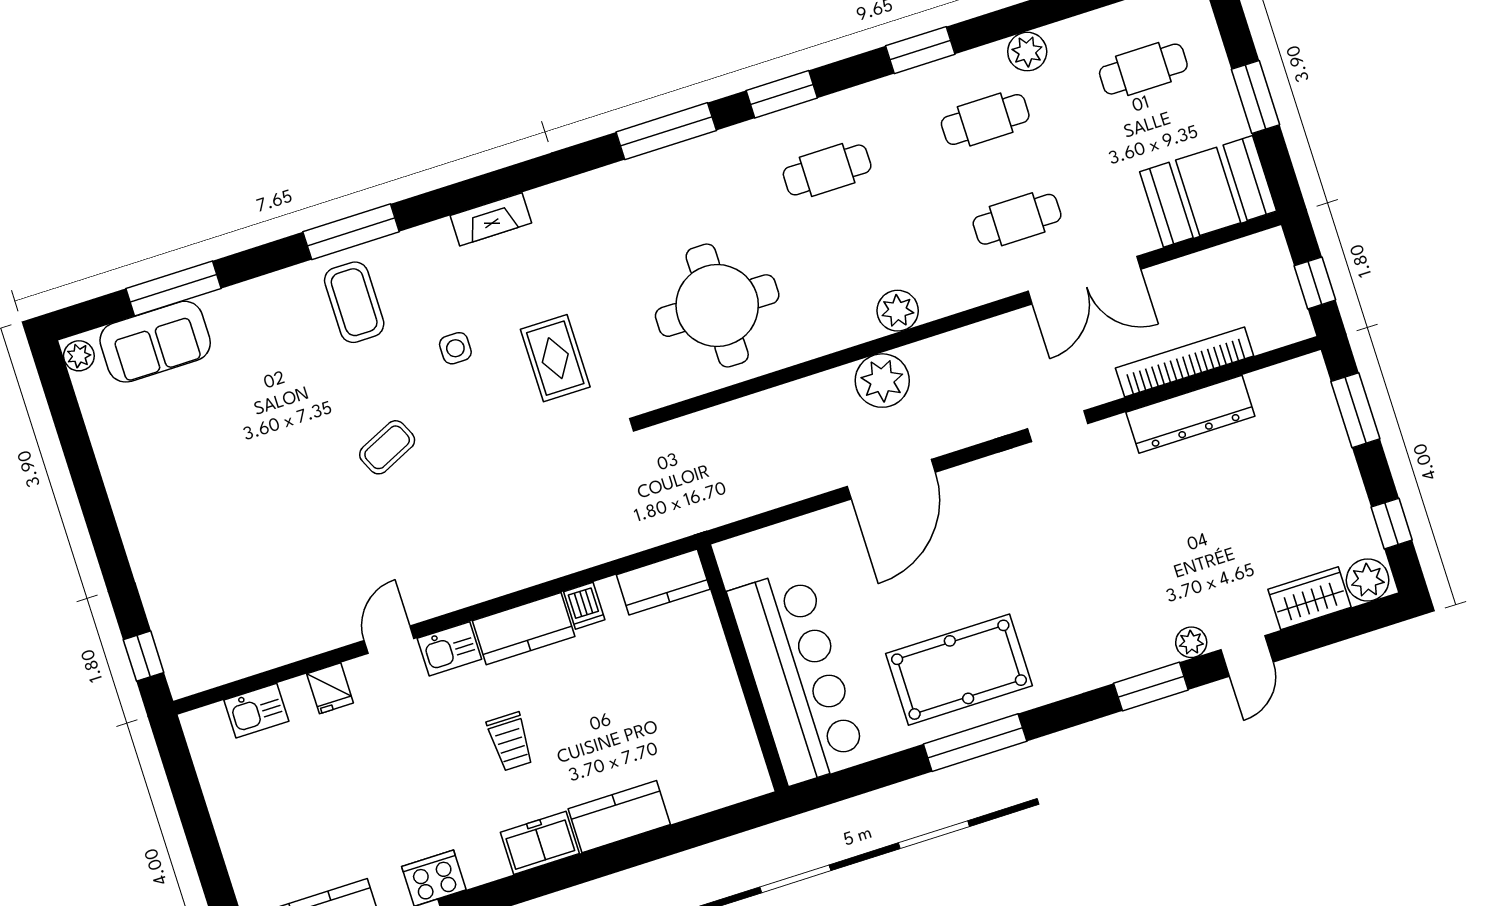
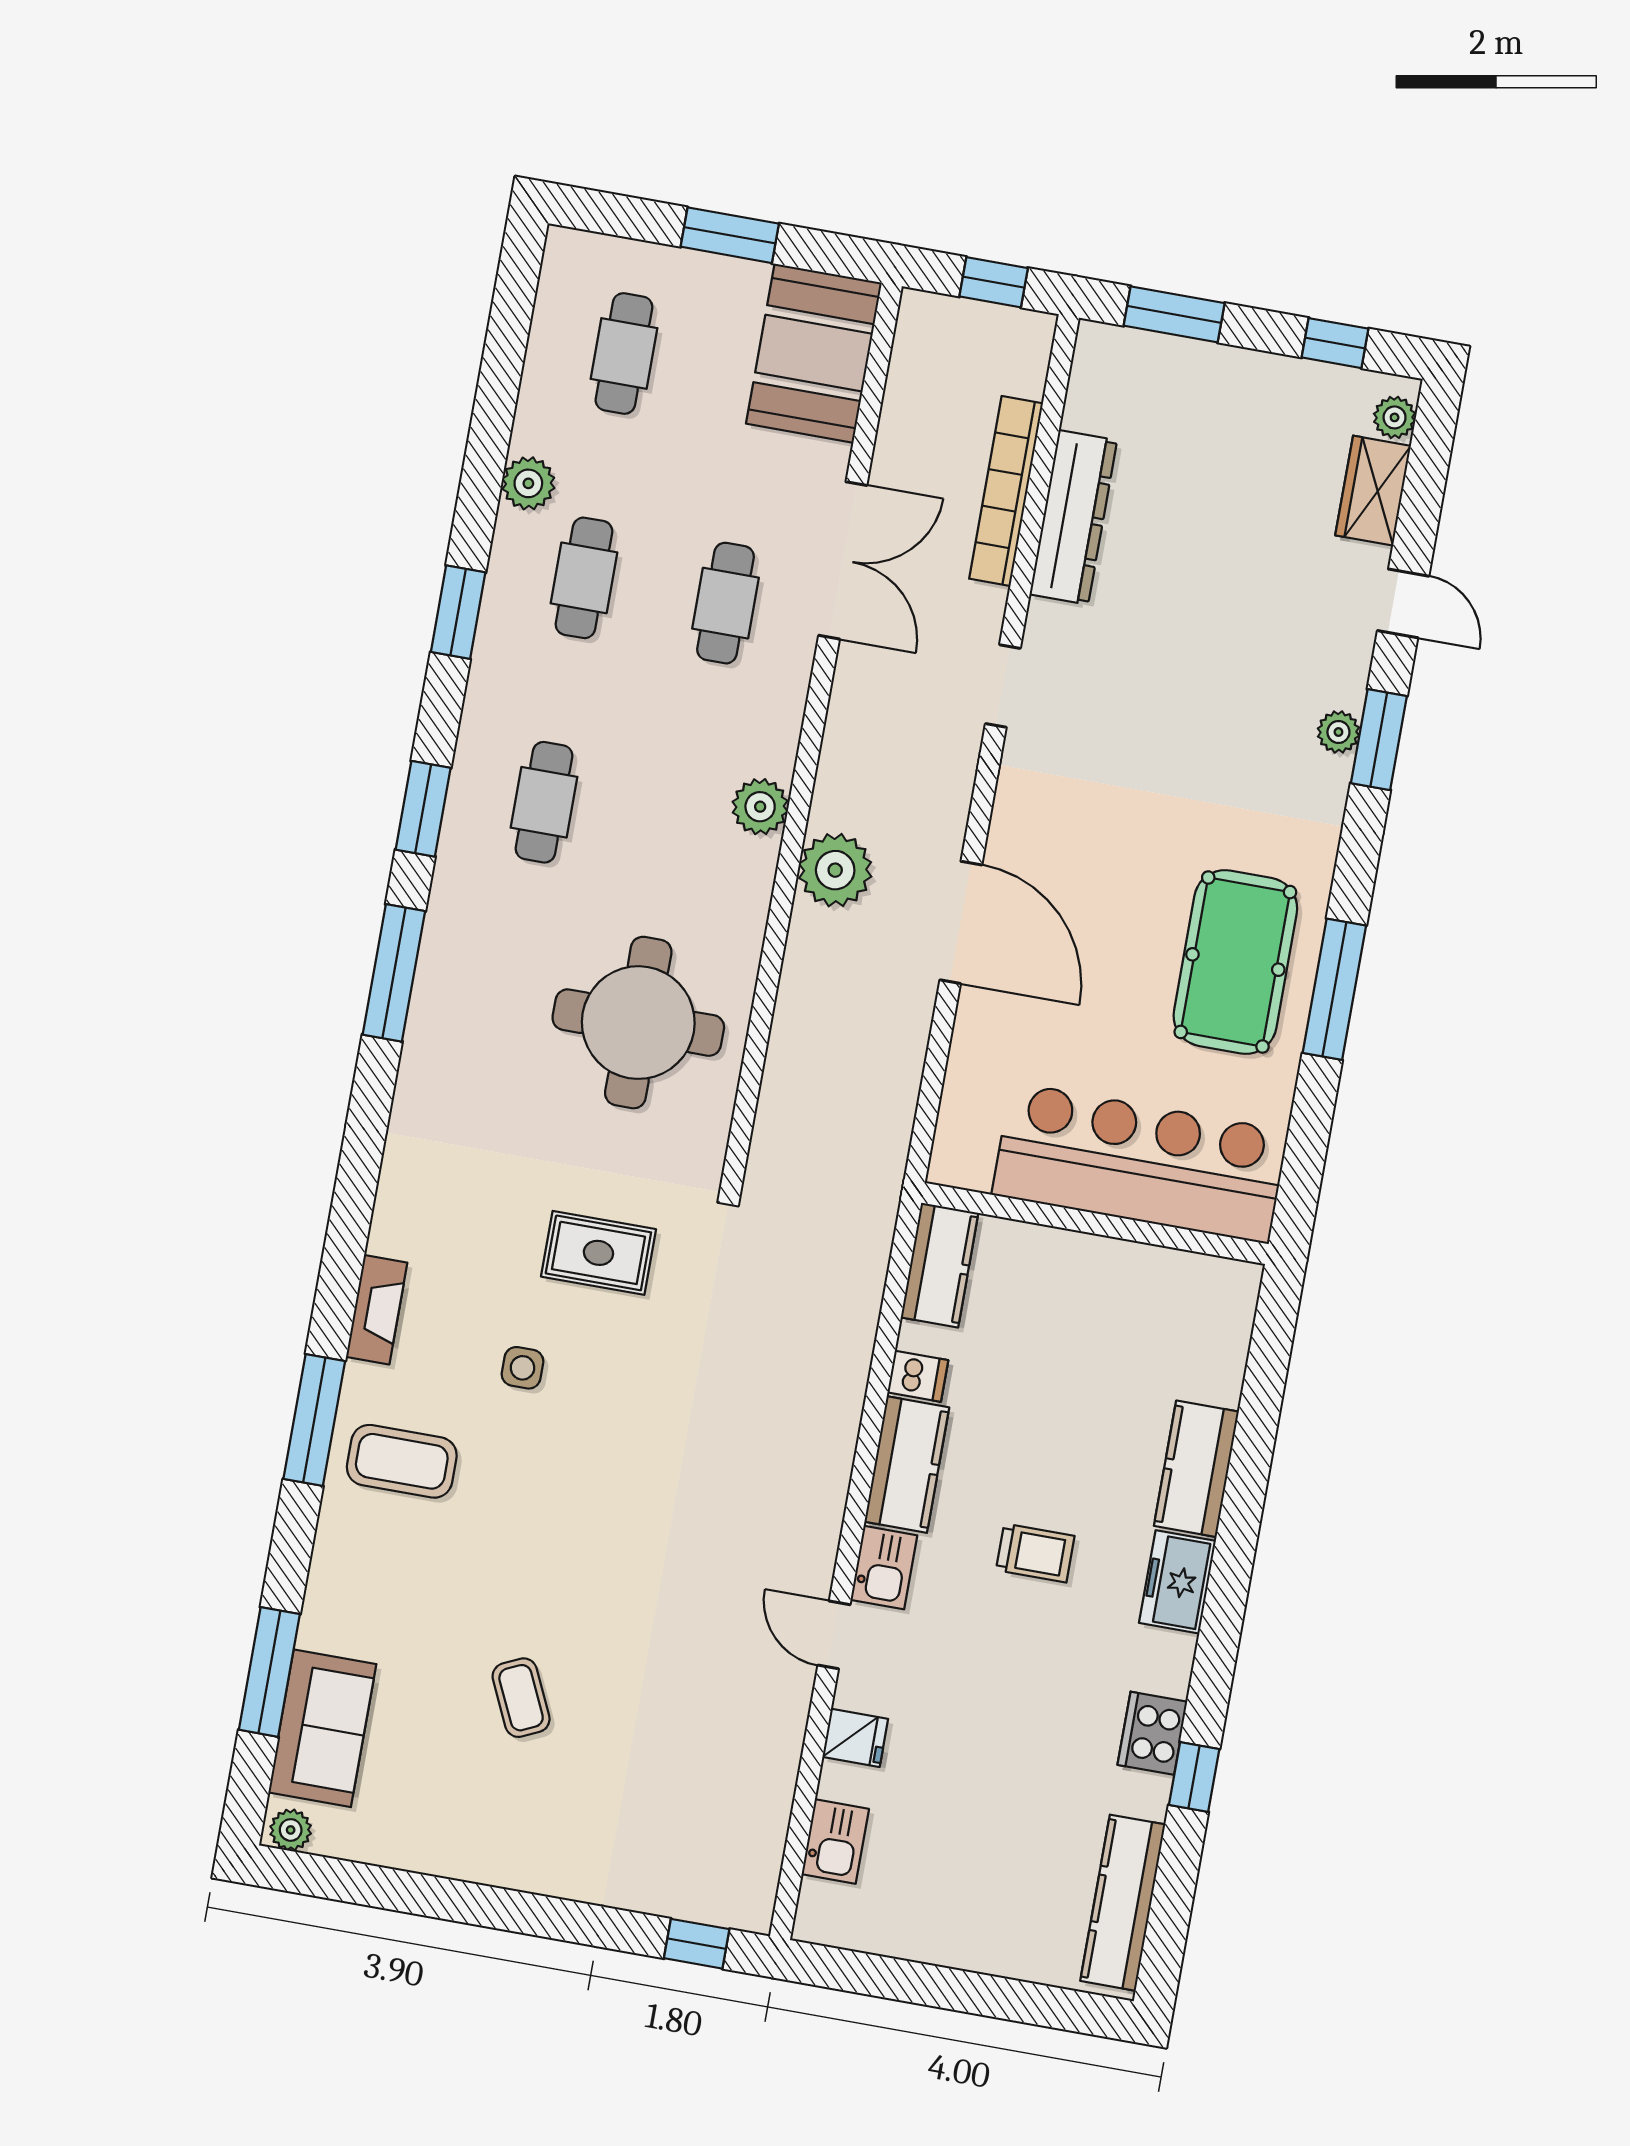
fireplace: (491, 219) -> (377, 1310), moved
coffee table: (387, 447) -> (521, 1698), moved
plant: (1368, 580) -> (1395, 417), width x0.73, depth x0.73
plant: (1191, 642) -> (1338, 732), moved

